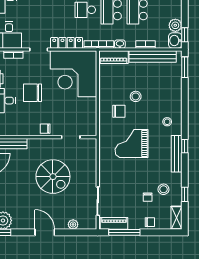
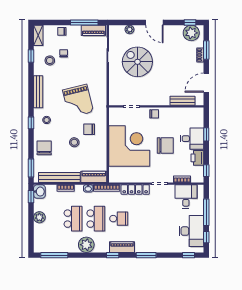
plant: (175, 25) -> (39, 217), moved
corner desk: (73, 74) -> (129, 146), moved
chair: (170, 90) -> (44, 148), added
grand piano: (132, 143) -> (78, 101), turned 76
window: (185, 146) -> (31, 123), moved
spiral stairs: (53, 177) -> (137, 62), moved

